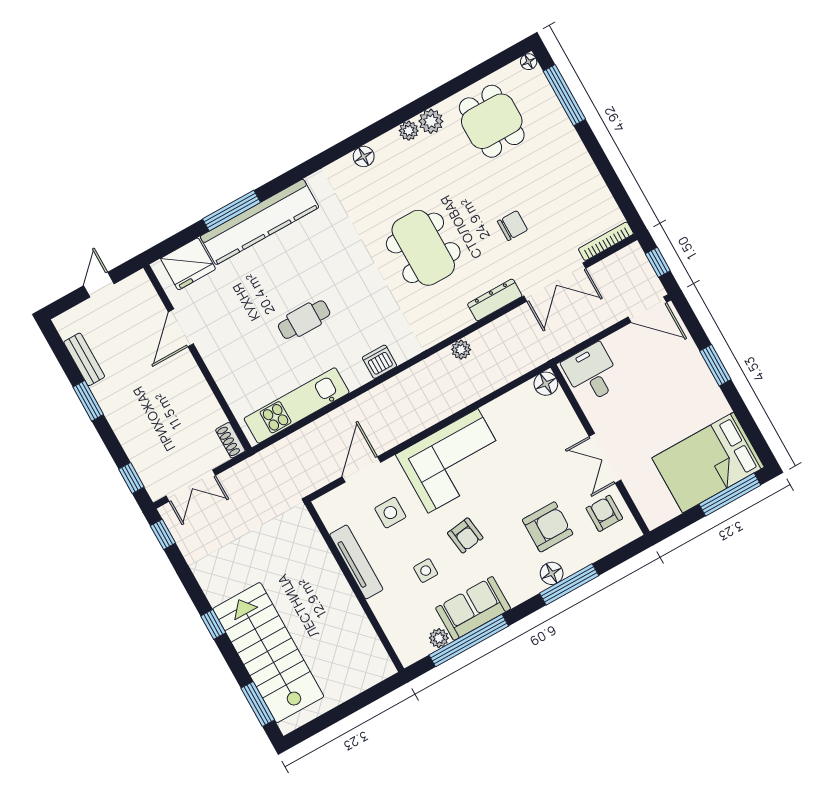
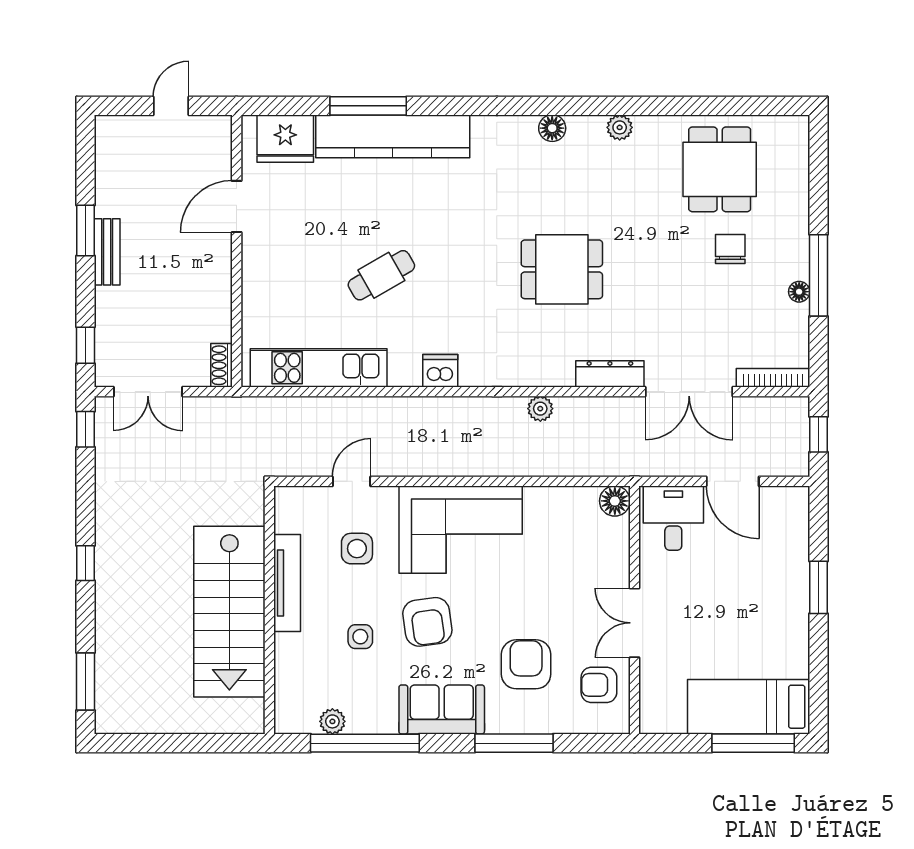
floor lamp: (529, 62) -> (799, 292), moved
window: (564, 95) -> (818, 275), moved
plant: (431, 121) -> (651, 131), removed
chair: (512, 226) -> (730, 249), moved, turned -90
dining table: (423, 248) -> (562, 269), width x0.73
door: (647, 310) -> (733, 481), moved
cafe table: (304, 320) -> (381, 275), turned -30
bench: (84, 359) -> (107, 252), moved
bed: (708, 463) -> (749, 707), width x0.67
door: (361, 469) -> (351, 481), width x0.73
armchair: (604, 513) -> (599, 685), turned -90
armchair: (548, 527) -> (526, 664), turned -90
armchair: (465, 535) -> (427, 622), width x1.38, depth x1.38
floor lamp: (552, 573) -> (501, 720), removed
sofa: (473, 608) -> (442, 709), moved
stairs: (268, 653) -> (229, 612), moved, turned 180

